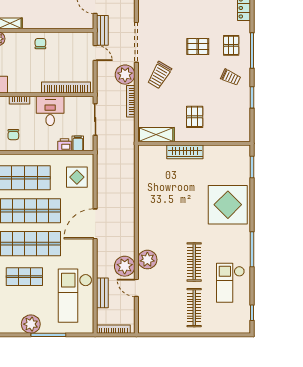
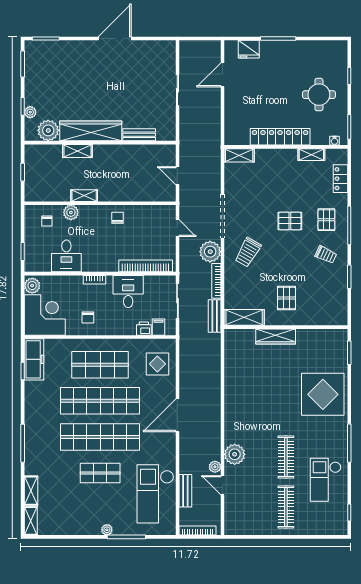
bench: (102, 30) -> (215, 316), moved
plant: (125, 266) -> (215, 467), width x0.53, depth x0.53
plant: (31, 324) -> (107, 530), width x0.53, depth x0.53

